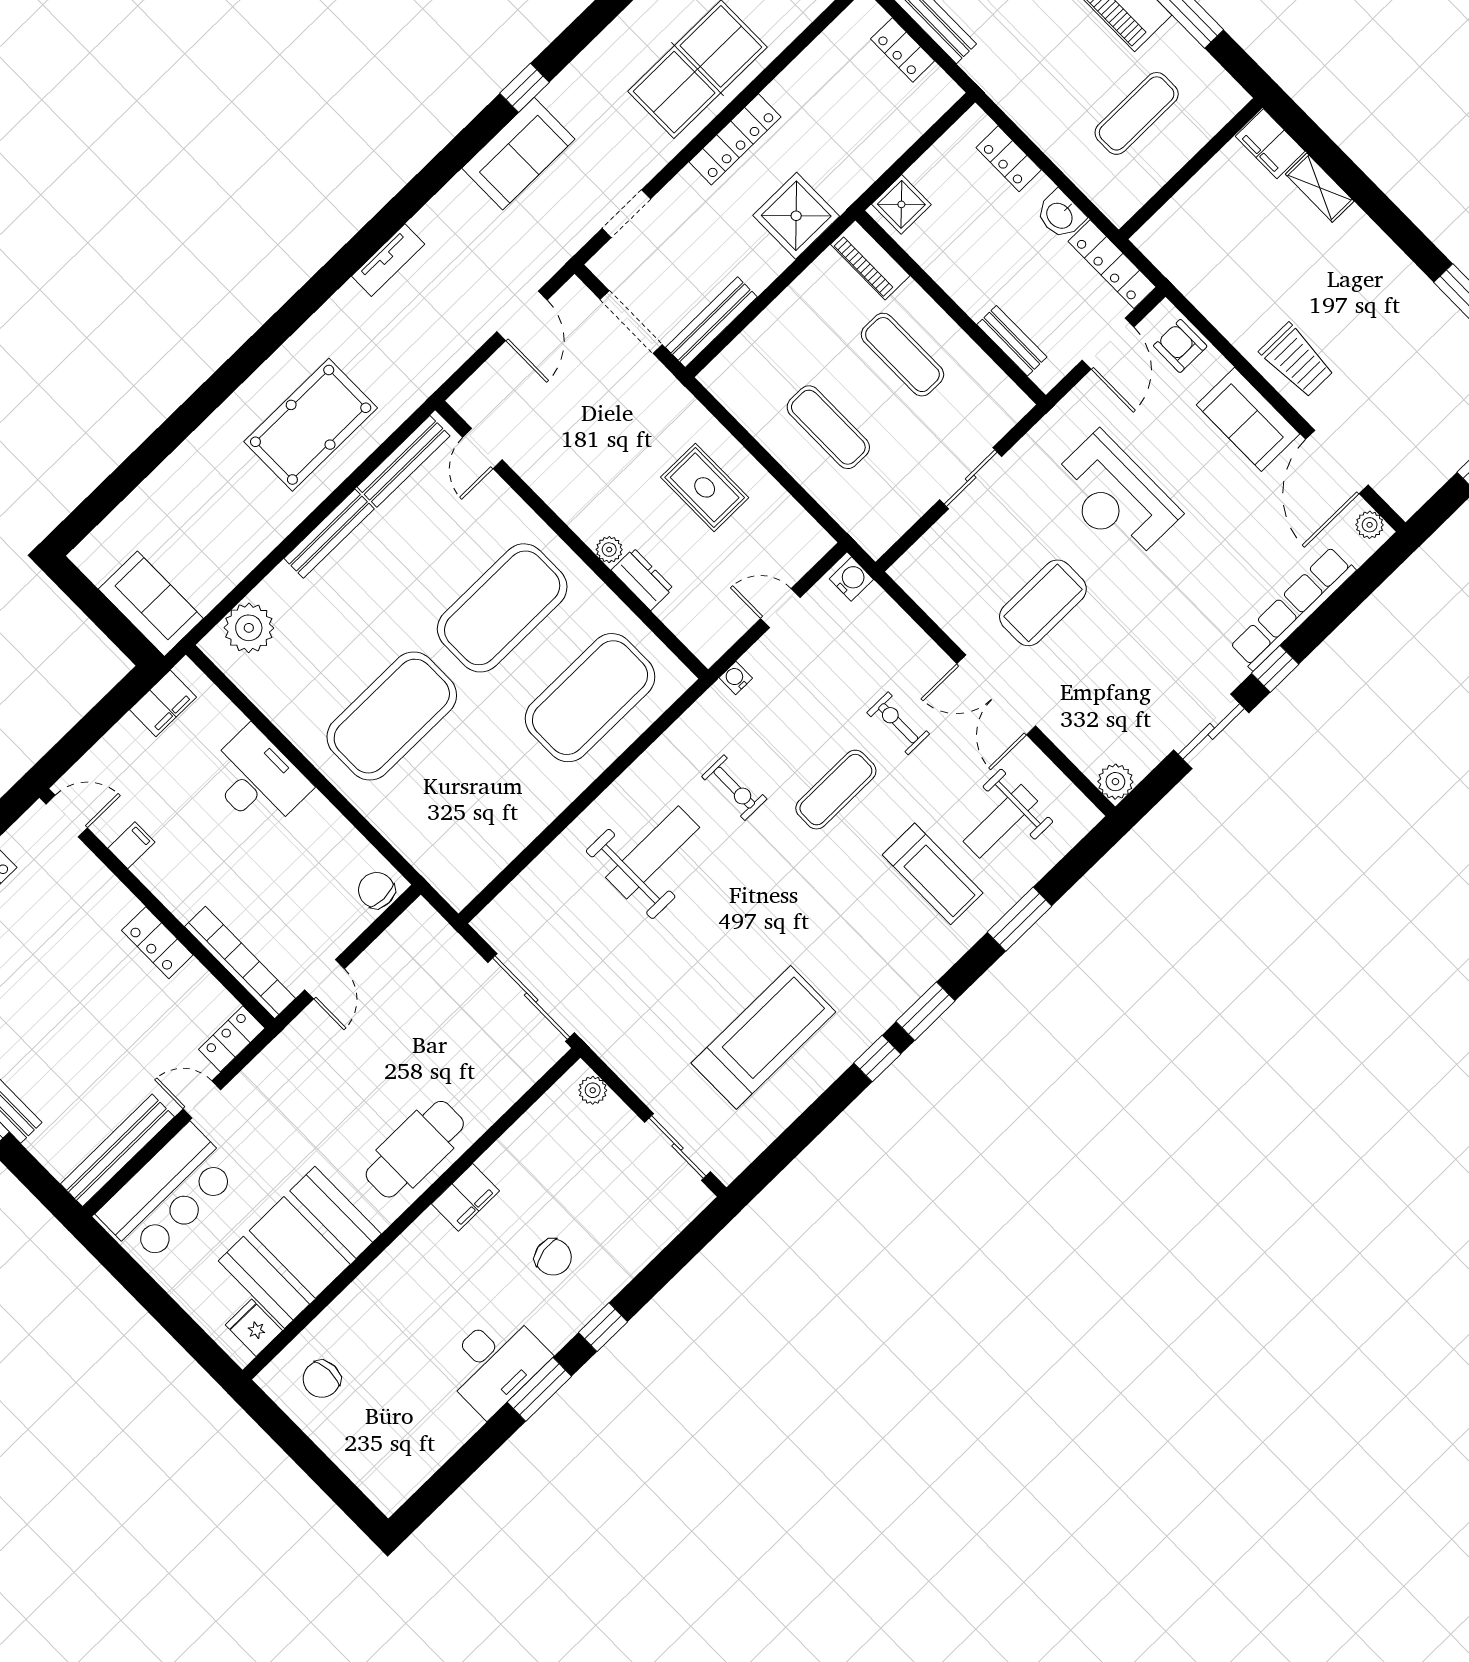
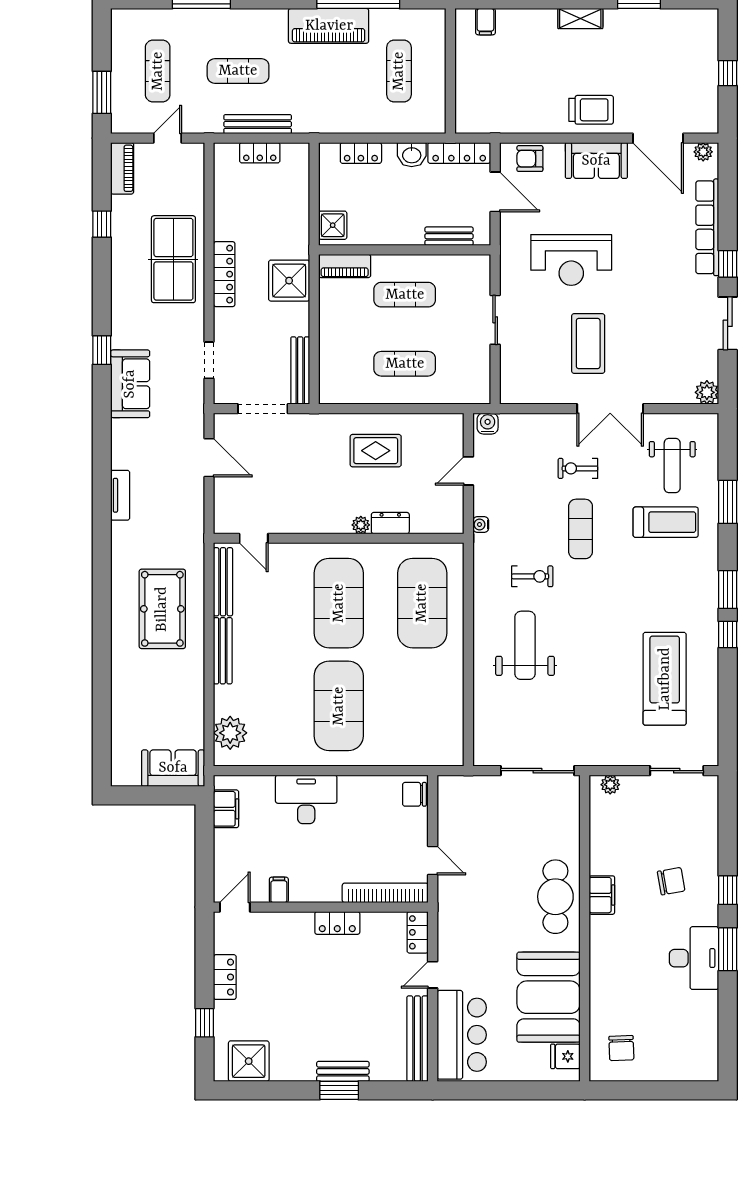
filing cabinet: (1270, 144) -> (485, 22), width x0.50
shelving: (1320, 188) -> (580, 18), moved

